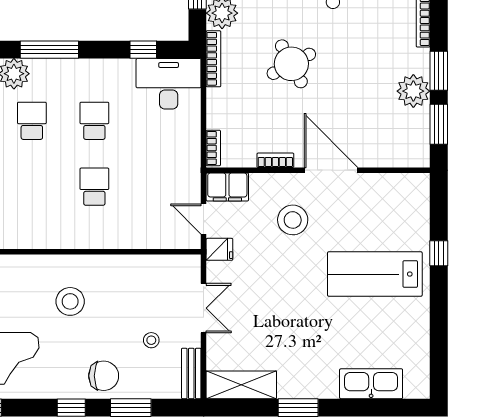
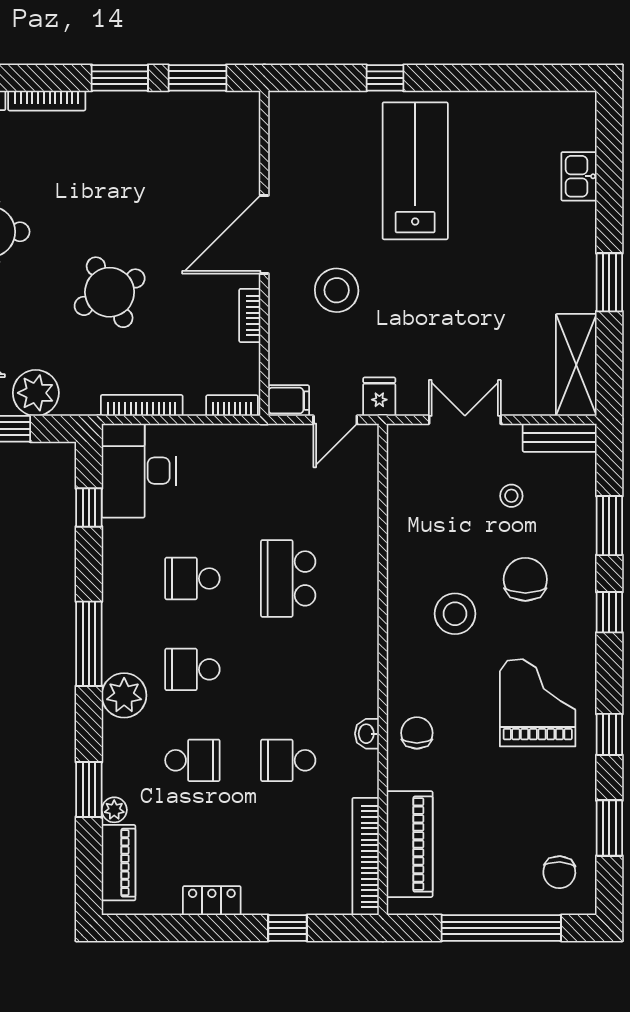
bookcase: (213, 59) -> (142, 405), moved
plant: (413, 91) -> (149, 115), removed
school desk: (94, 187) -> (288, 578), width x1.85
filing cabinet: (227, 187) -> (289, 401), width x0.50
lab bench: (375, 274) -> (415, 171), turned 180
chair: (104, 376) -> (525, 579), moved
kitchen sink: (371, 384) -> (579, 176), width x0.53, depth x0.81

